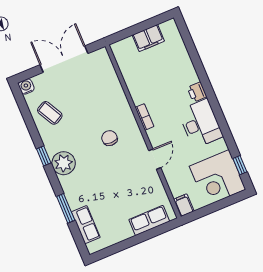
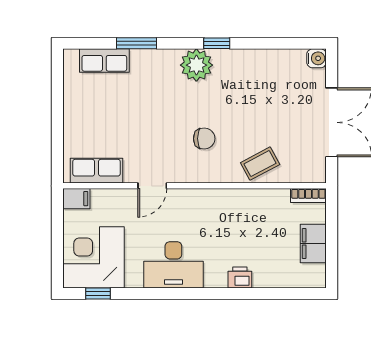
printer: (197, 92) -> (240, 277), moved
coffee table: (50, 113) -> (260, 164), moved
bookcase: (145, 117) -> (308, 196), moved
door: (155, 159) -> (152, 186), hinge flipped
row of seats: (149, 220) -> (97, 171), moved, turned -90

